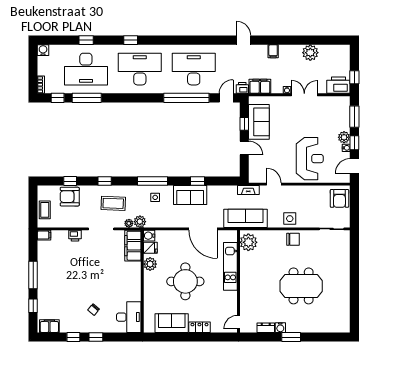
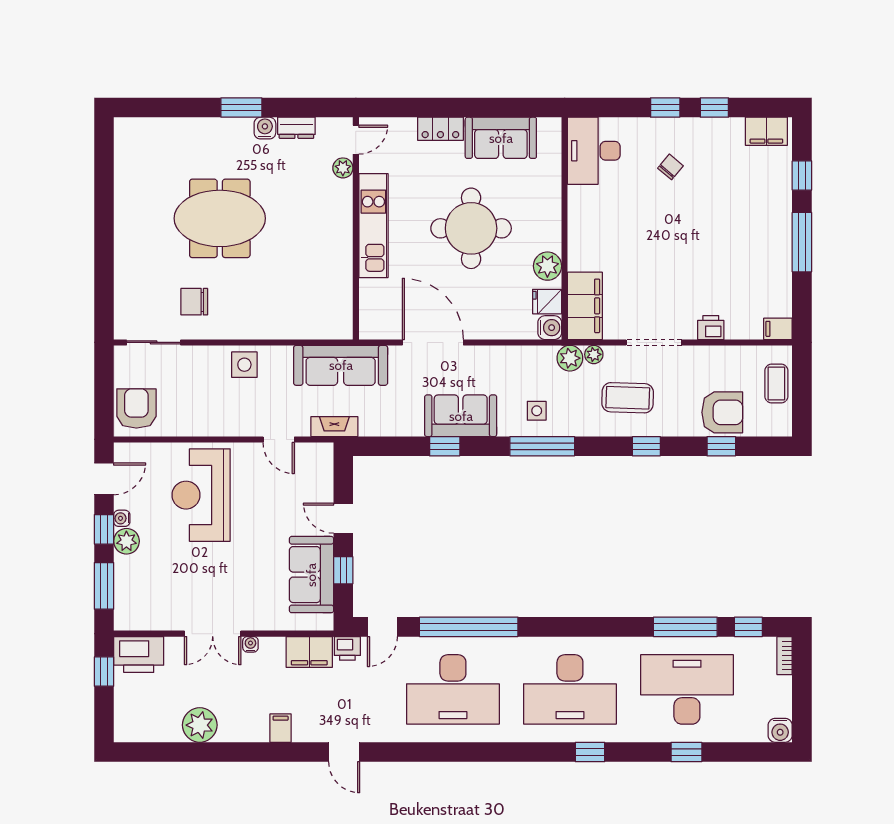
chair: (293, 239) -> (194, 302), moved
plant: (248, 242) -> (343, 168), moved, width x0.53, depth x0.53
kitchen unit: (230, 266) -> (373, 226), moved

